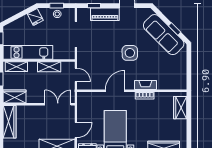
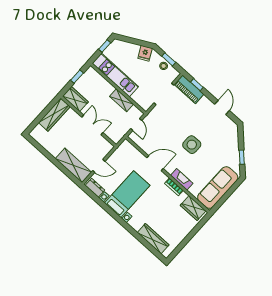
piano: (105, 14) -> (189, 89), moved
sofa: (164, 35) -> (218, 188), moved, turned 45
shelving: (16, 67) -> (97, 78), removed
double door: (58, 104) -> (92, 125), moved
wardrobe: (180, 108) -> (193, 208), moved, turned -90

